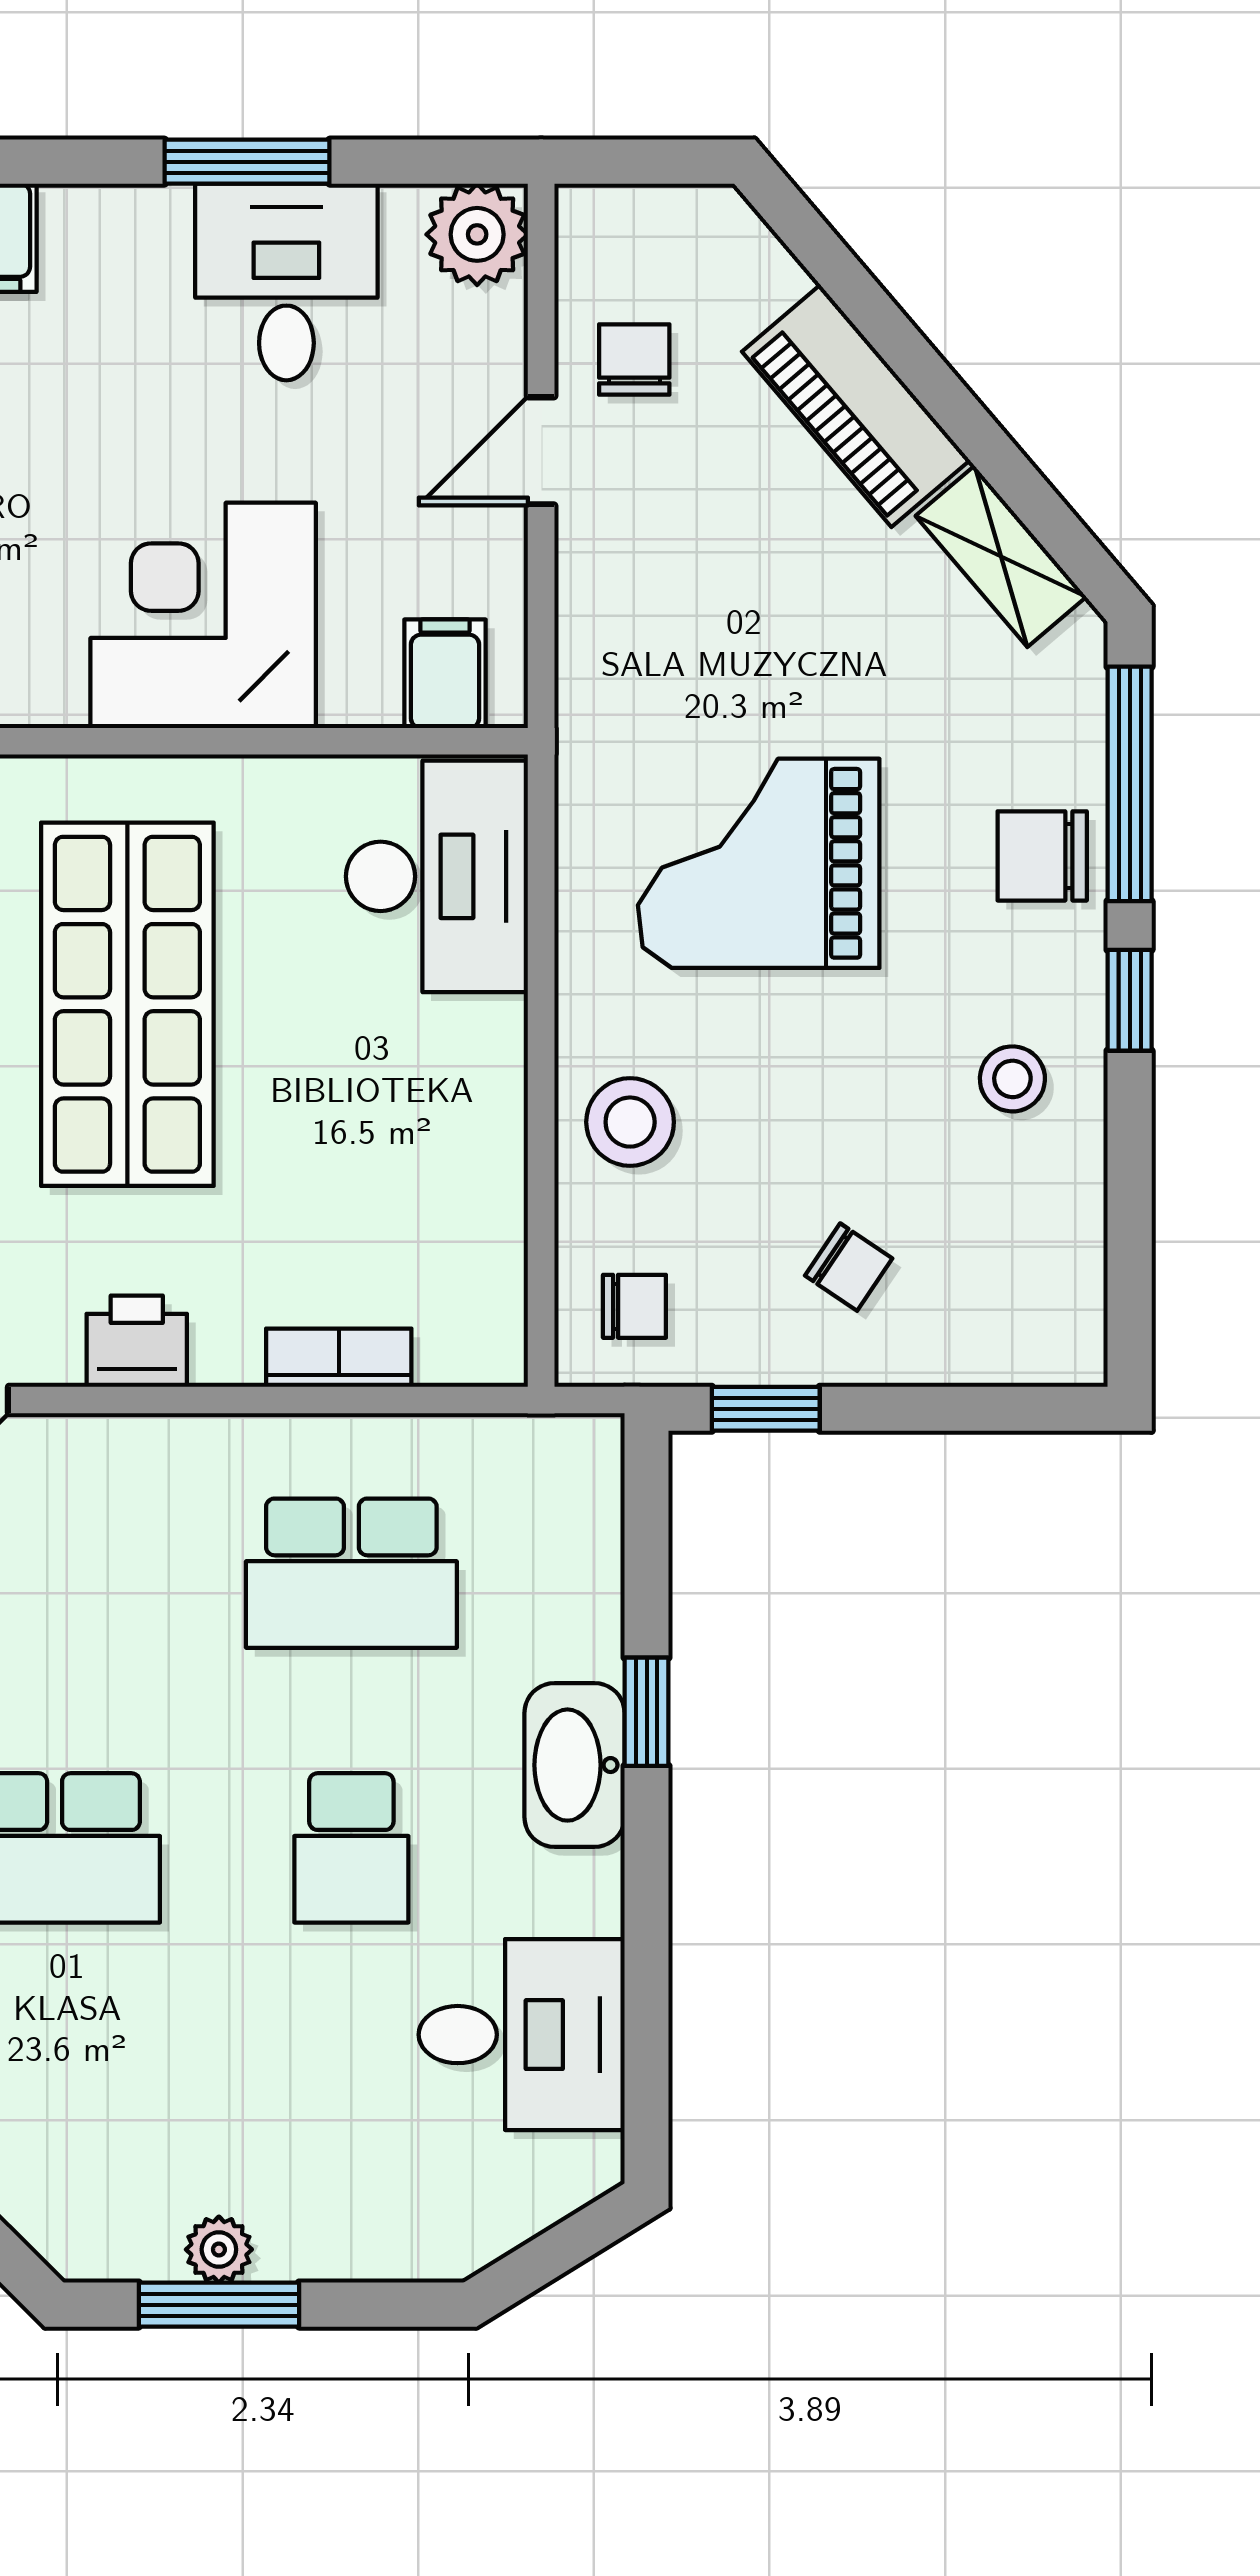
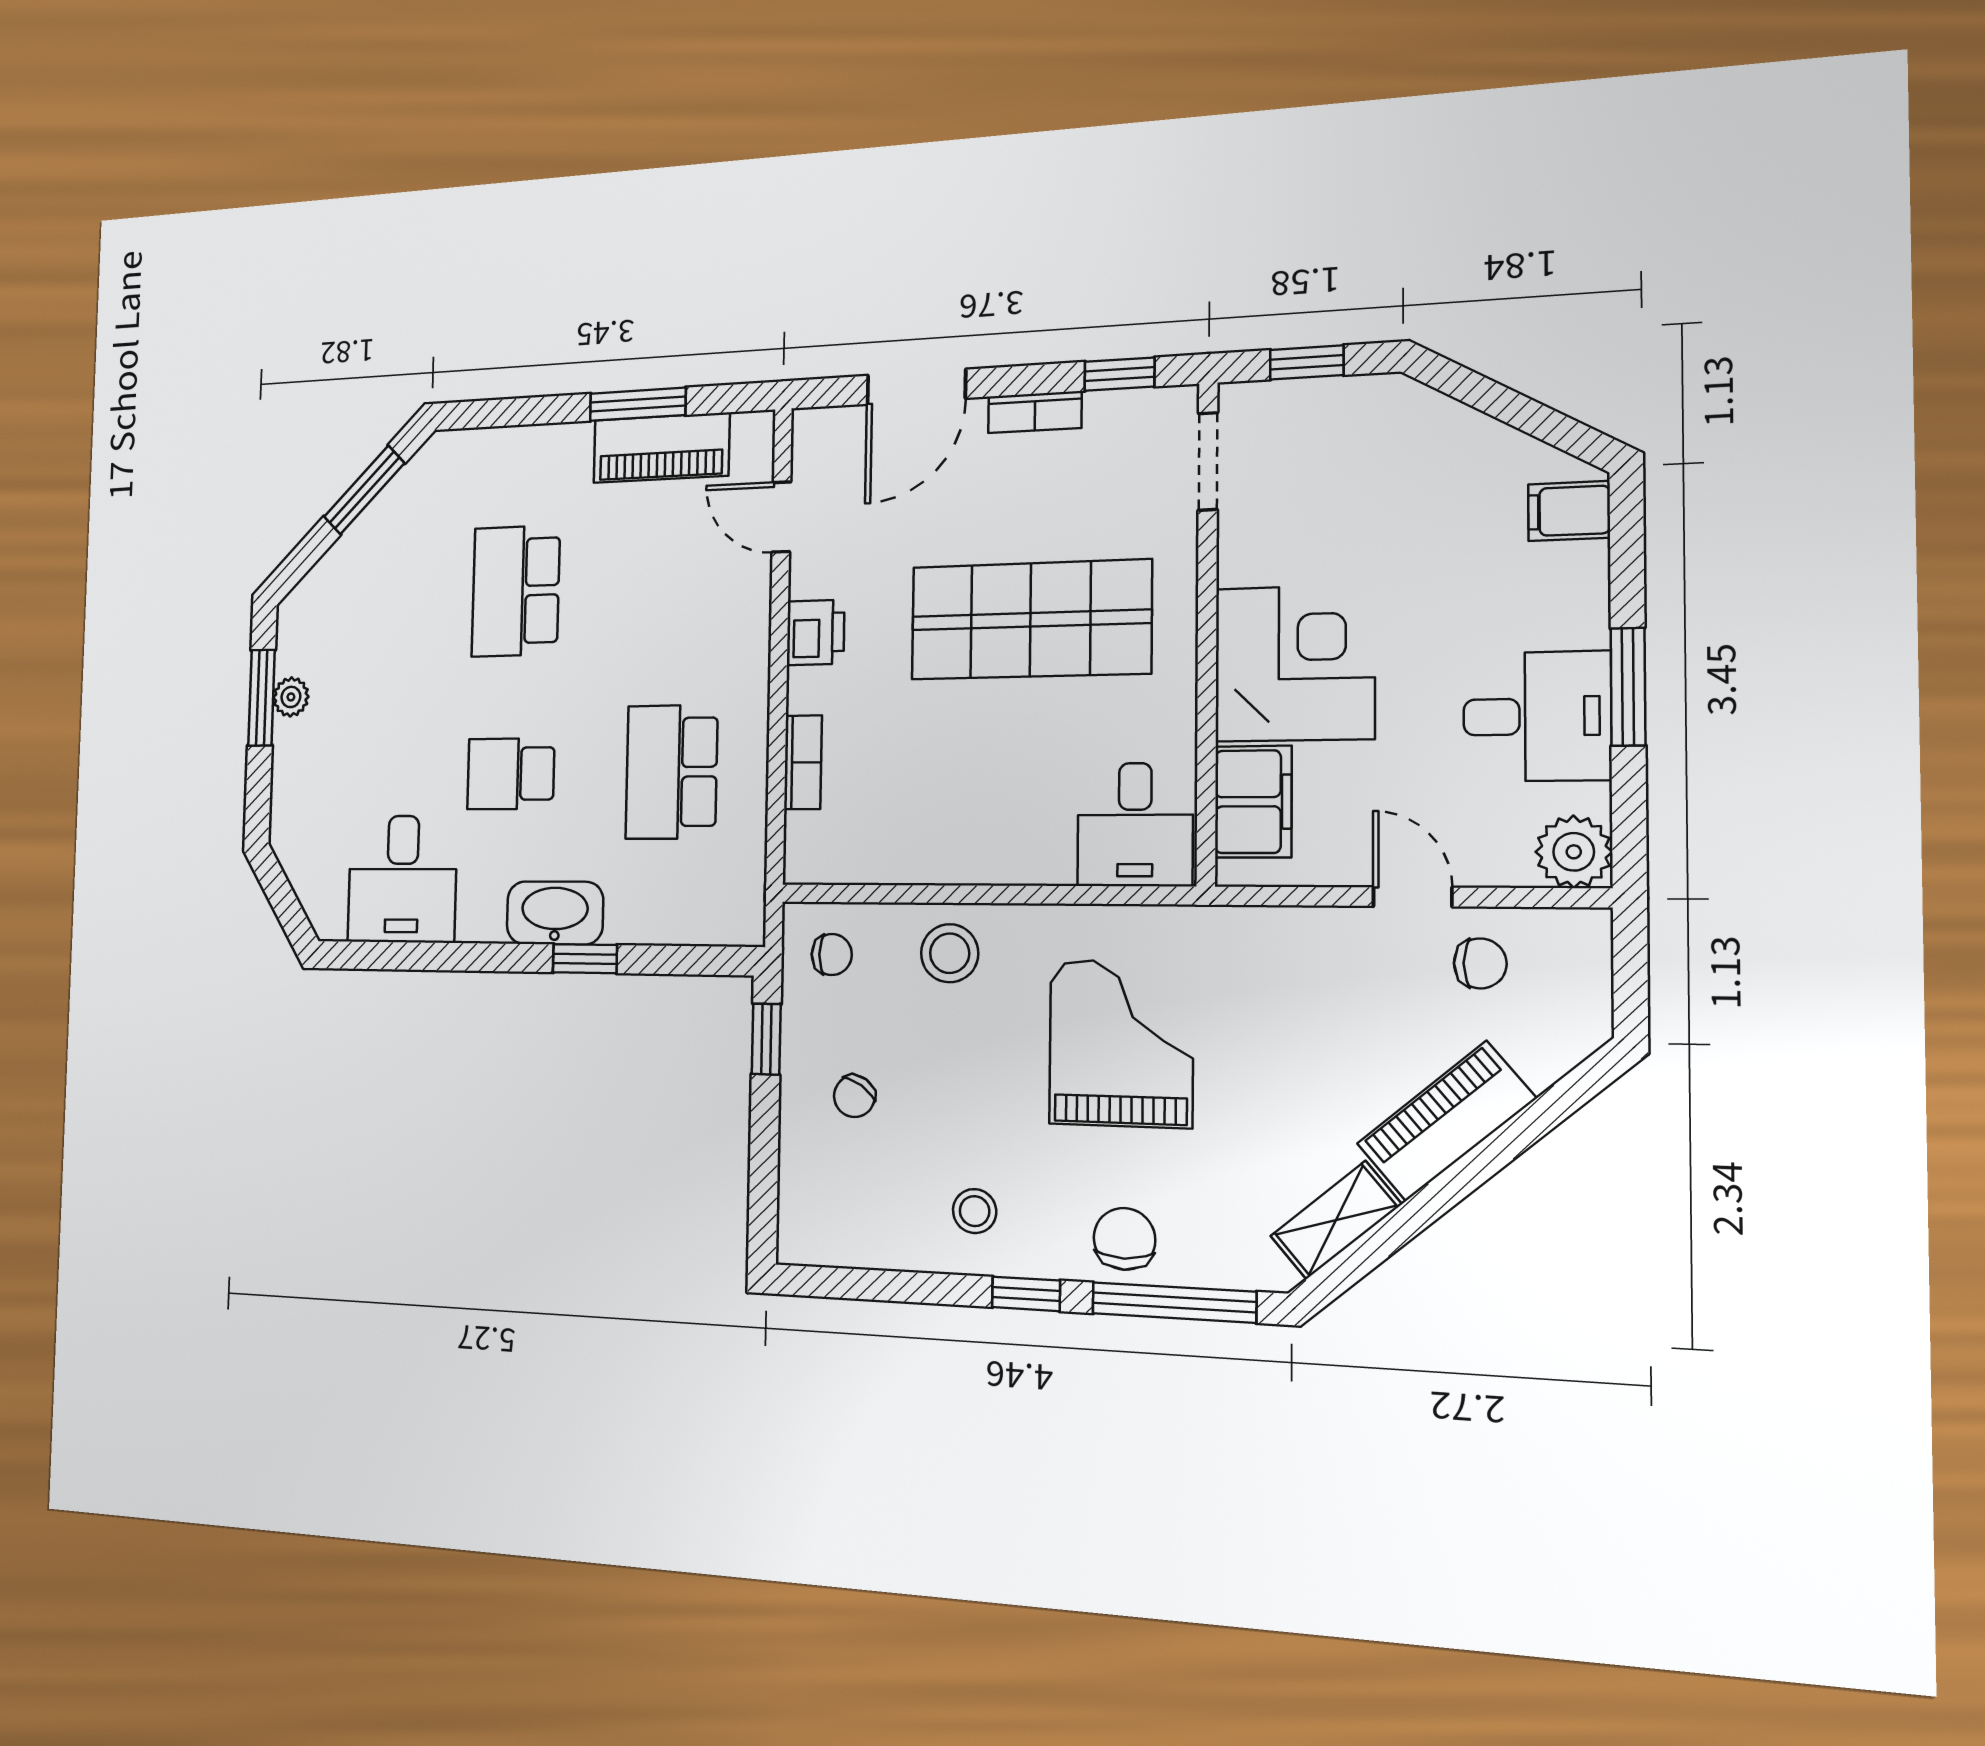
filing cabinet: (445, 674) -> (1253, 802), width x2.00
desk: (437, 876) -> (1135, 825), width x0.73
chair: (634, 1306) -> (832, 955), turned -90

